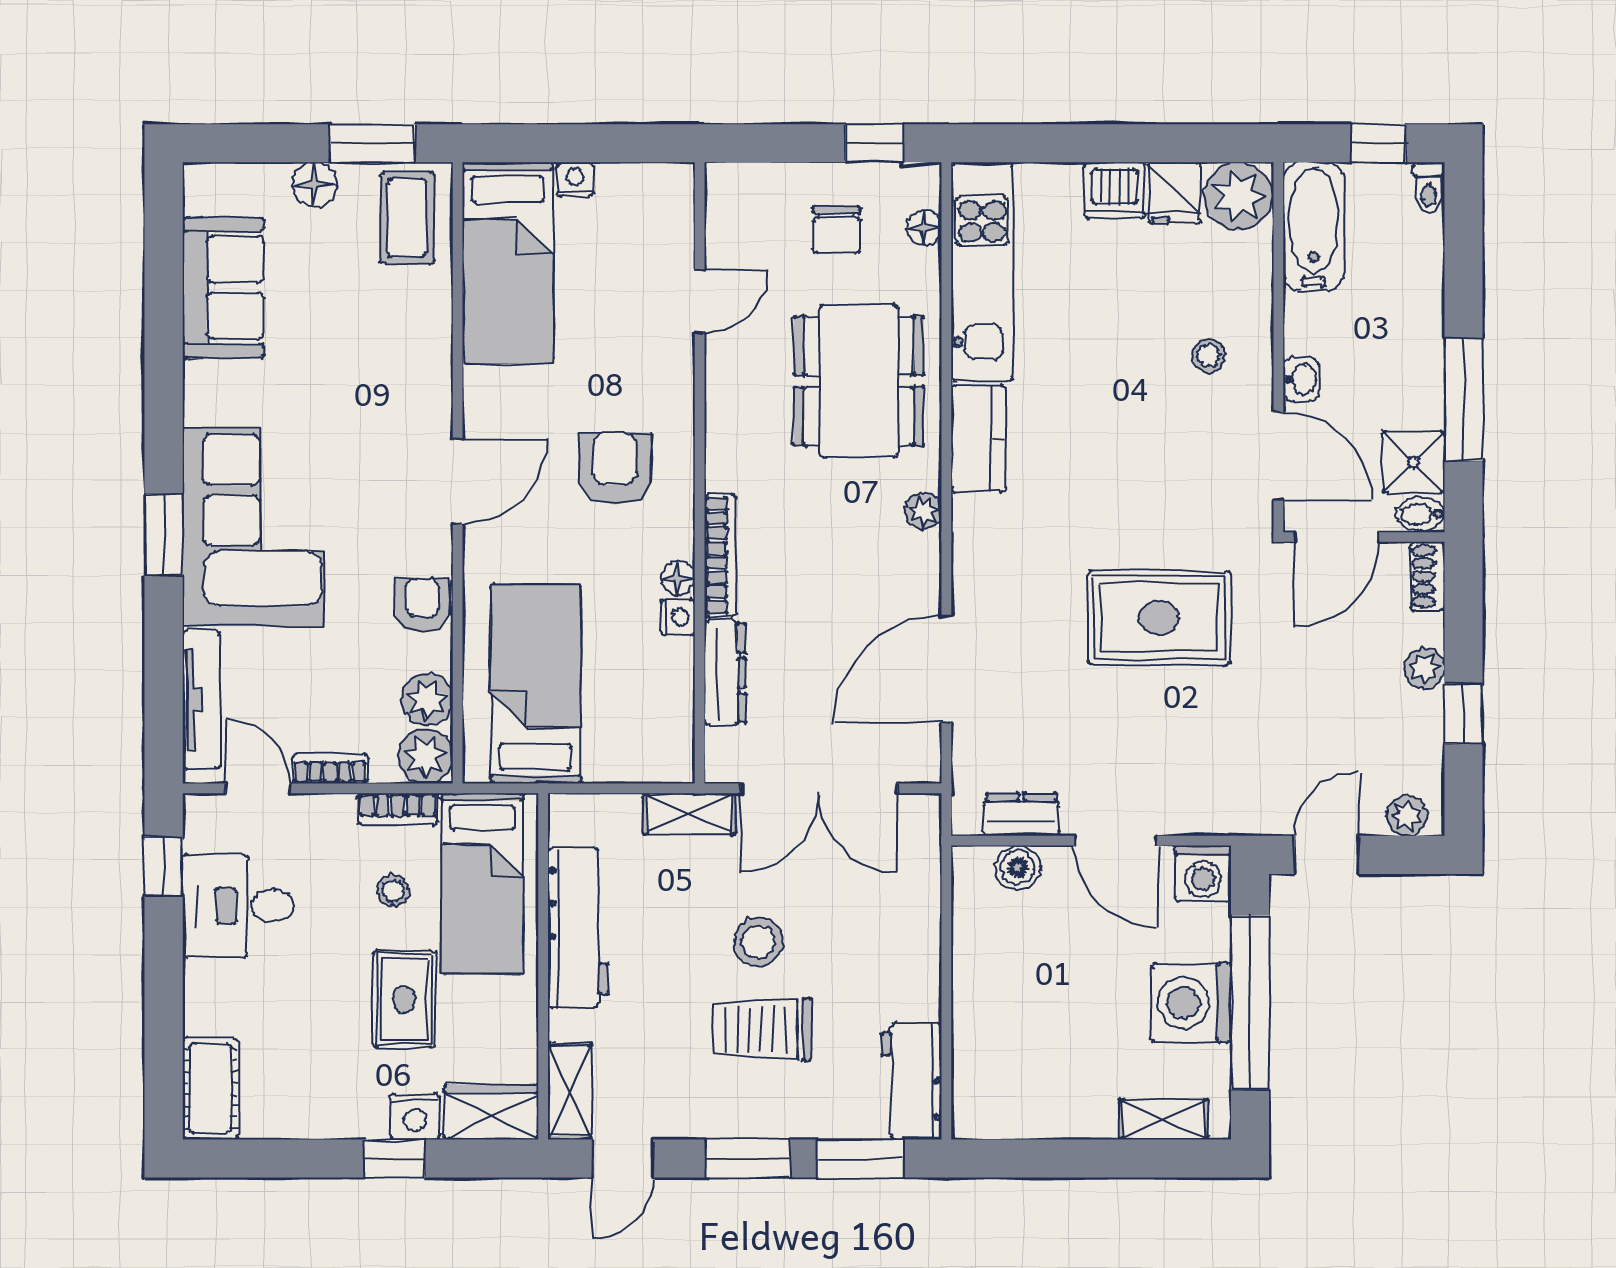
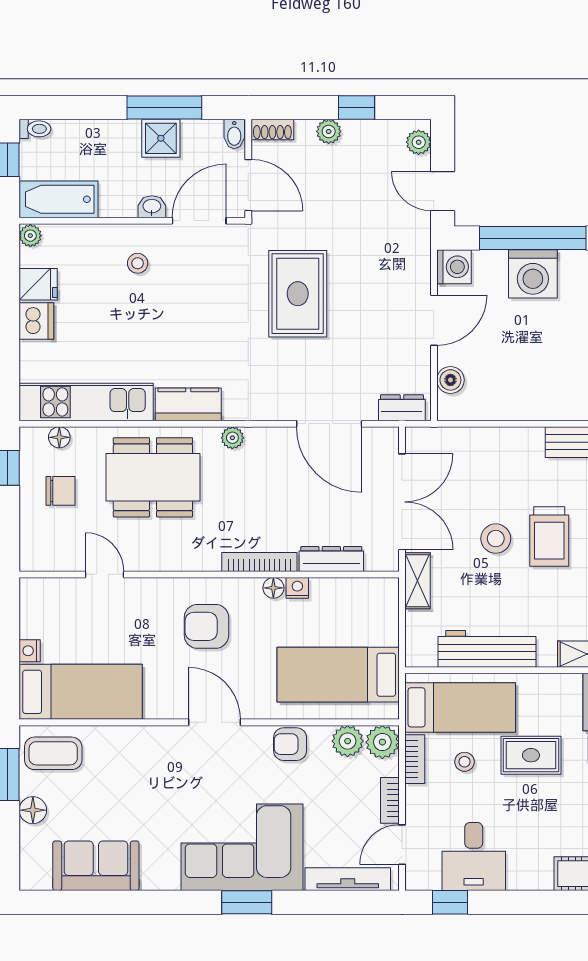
plant: (1238, 196) -> (30, 236), width x0.53, depth x0.53
shower: (1413, 462) -> (161, 138), moved
dresser: (1021, 814) -> (402, 408), moved, turned 90

